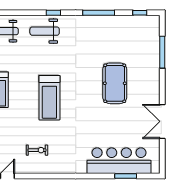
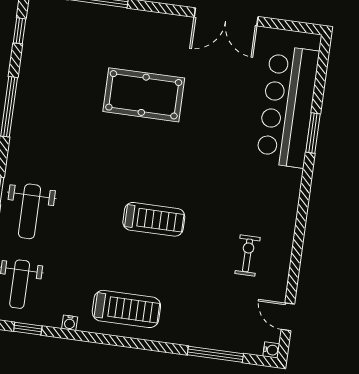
treadmill: (49, 98) -> (154, 219), width x0.73, depth x0.73
window: (126, 176) -> (313, 133), moved

